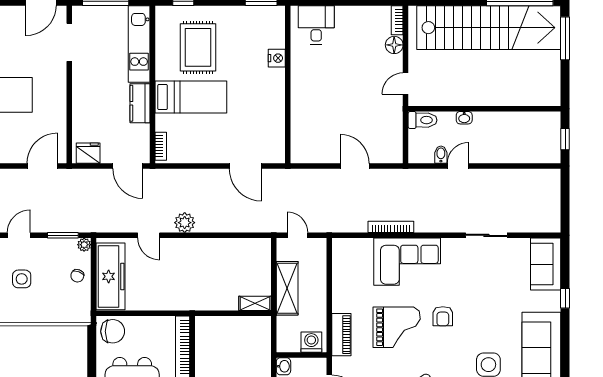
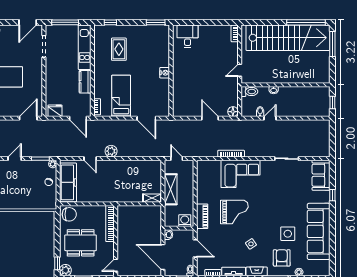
floor lamp: (394, 45) -> (233, 112), moved
rug: (198, 47) -> (119, 49), width x0.73, depth x0.70
nightstand: (277, 58) -> (165, 73), moved
bed: (191, 97) -> (121, 96), moved, turned -90
side table: (22, 279) -> (16, 184), removed
armchair: (443, 316) -> (261, 206), removed

